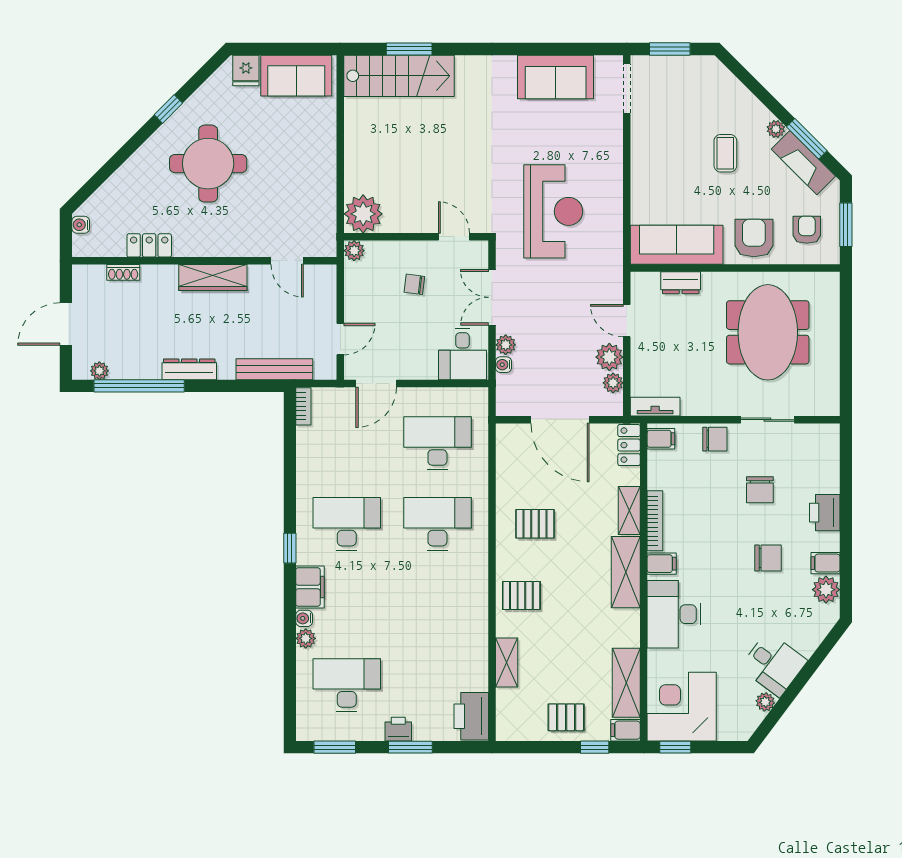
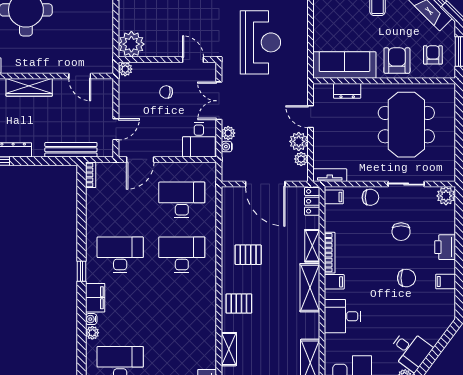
plant: (826, 590) -> (446, 196), moved
desk: (674, 614) -> (342, 316), width x0.73

